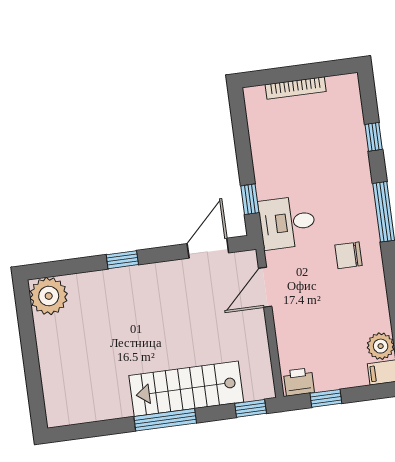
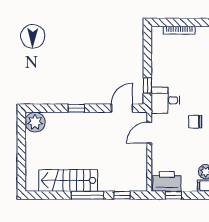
printer: (299, 382) -> (167, 181), width x1.87, depth x1.48
stairs: (186, 389) -> (68, 180), moved
window: (251, 408) -> (122, 195), moved

